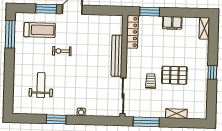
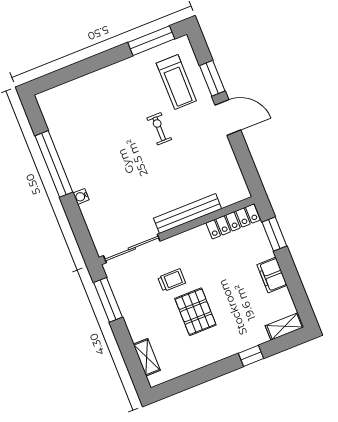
window: (212, 72) -> (251, 356), moved
weight bench: (41, 85) -> (95, 119), removed
shelving: (176, 114) -> (147, 357), moved
window: (56, 119) -> (54, 164), width x2.11

